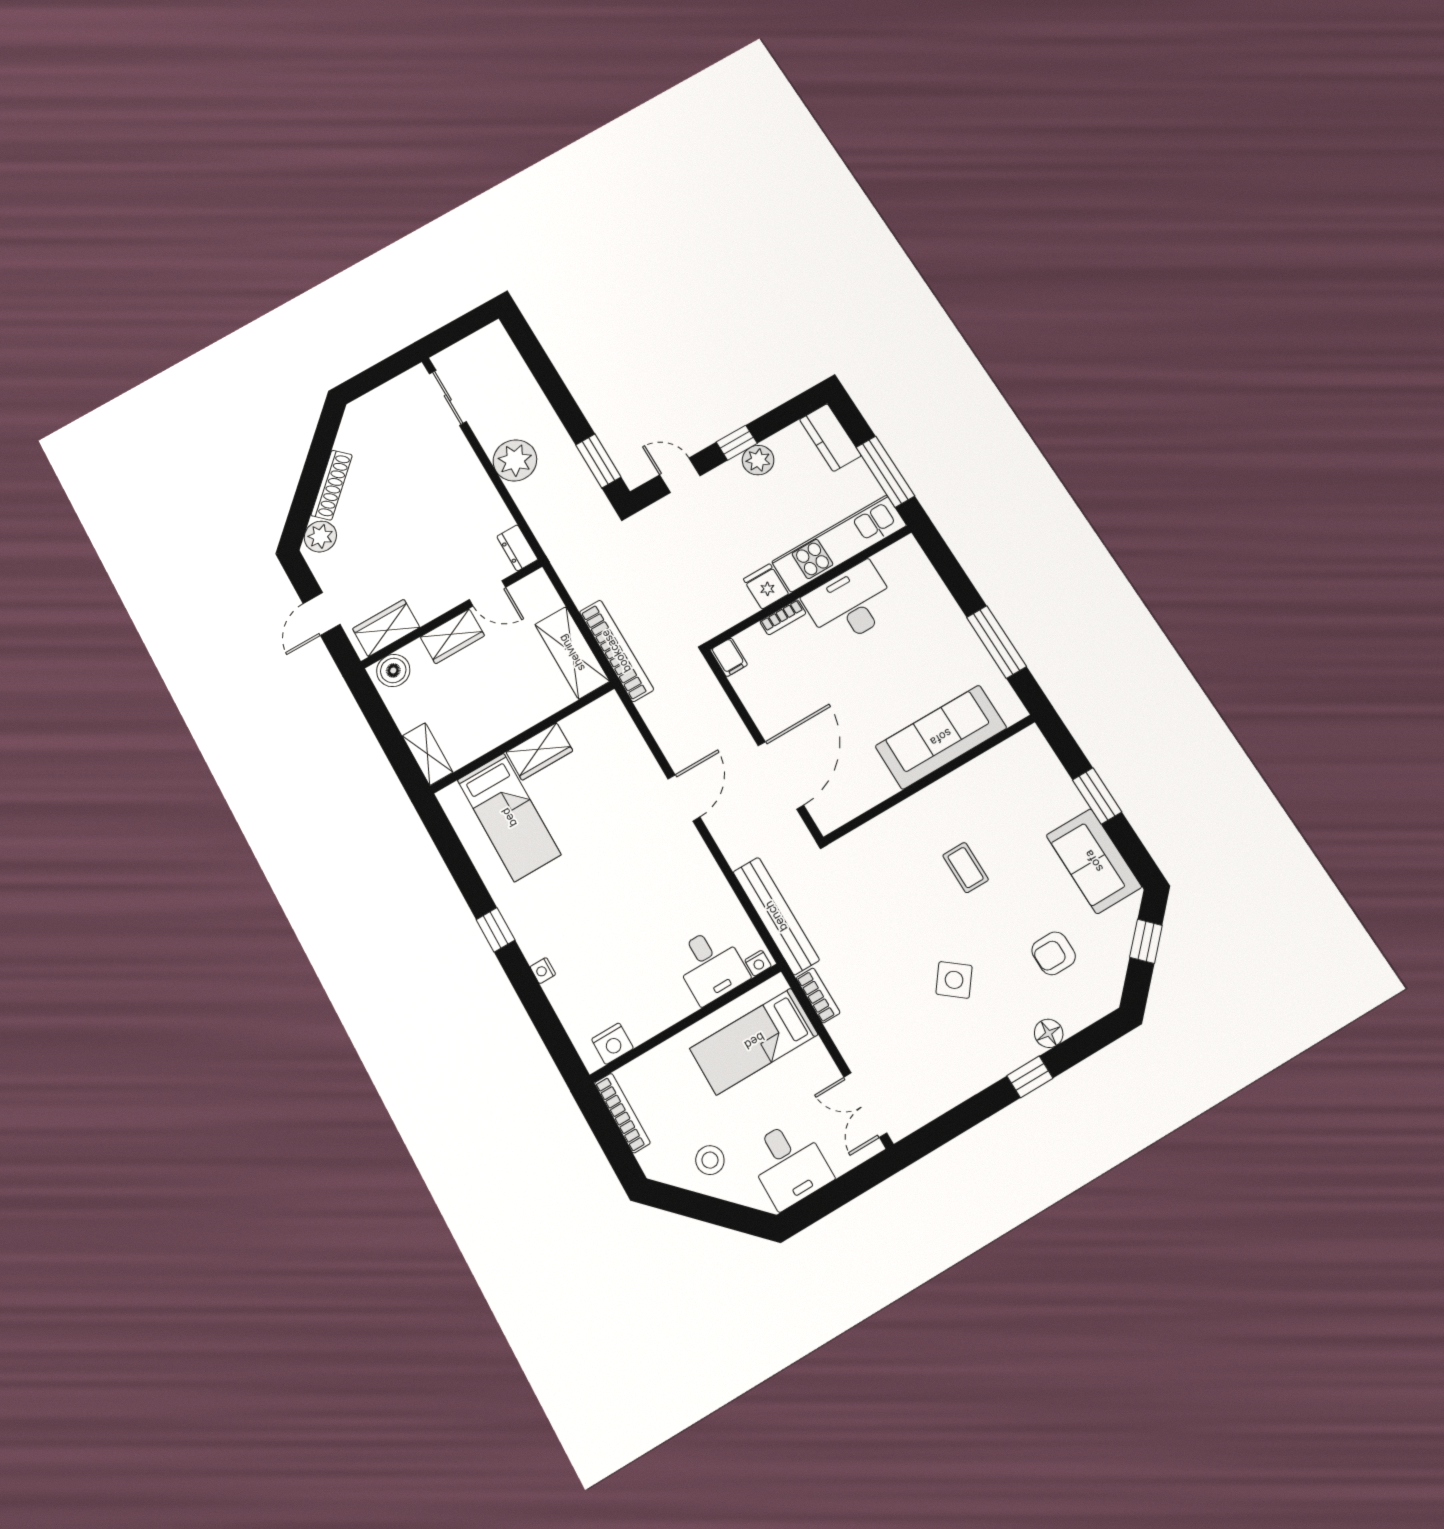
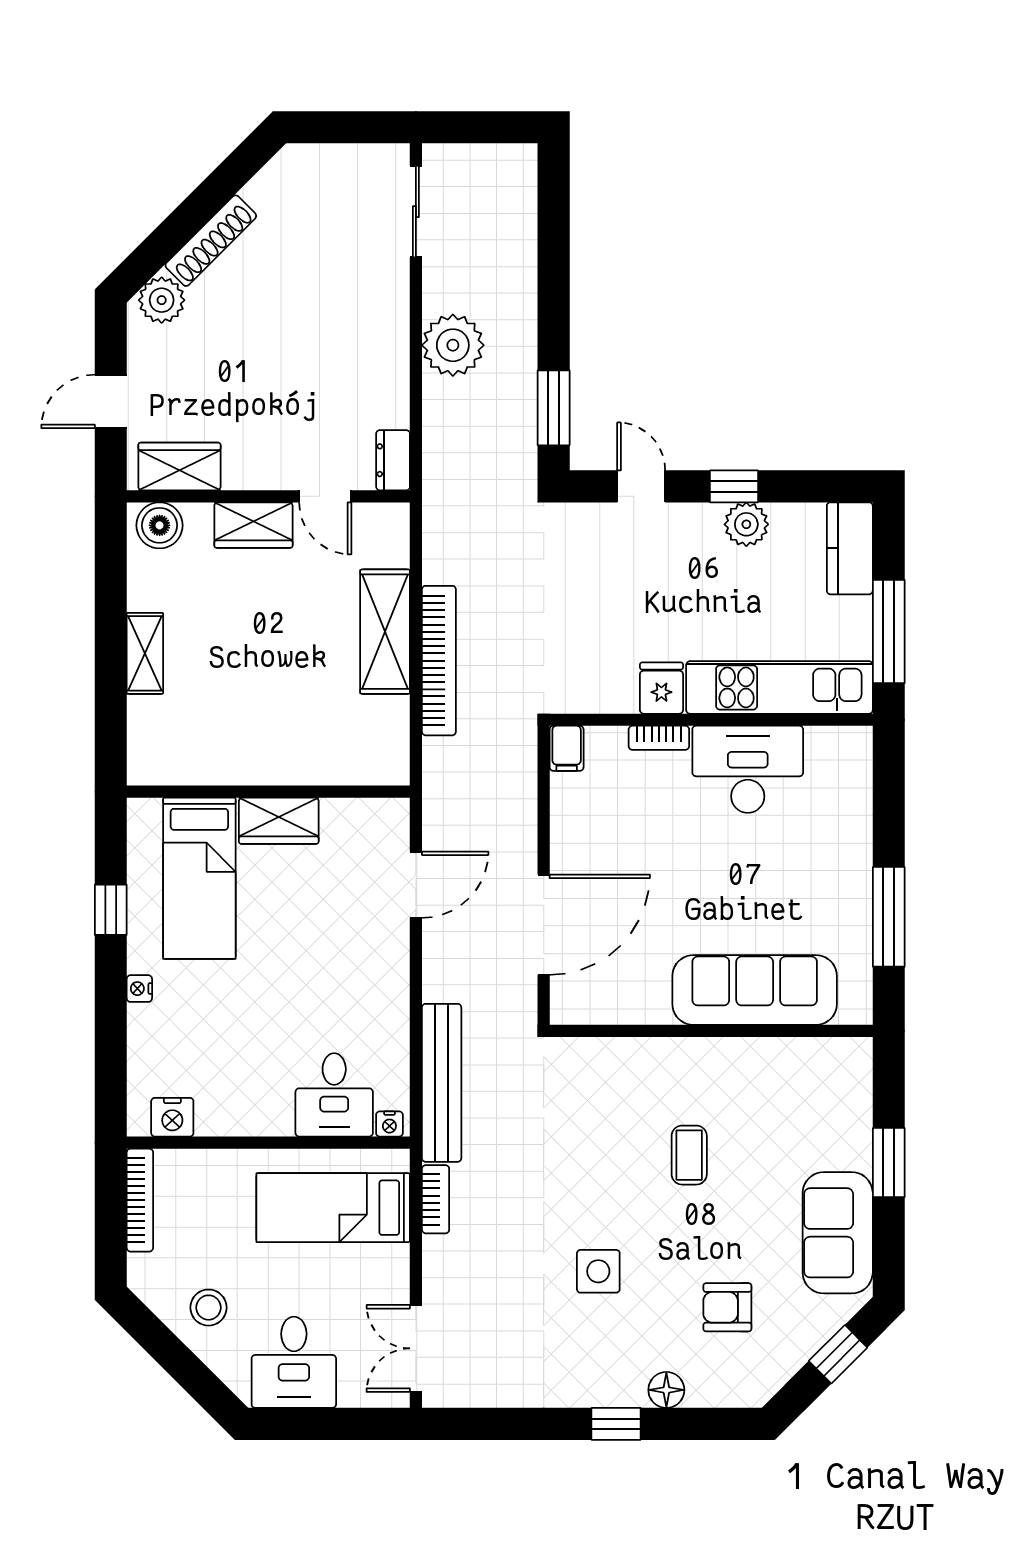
wall: (522, 737) -> (268, 792), moved
wardrobe: (539, 751) -> (279, 821), moved
bed: (509, 817) -> (199, 878), moved
side table: (954, 980) -> (598, 1271), turned -38

